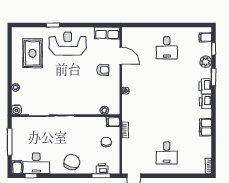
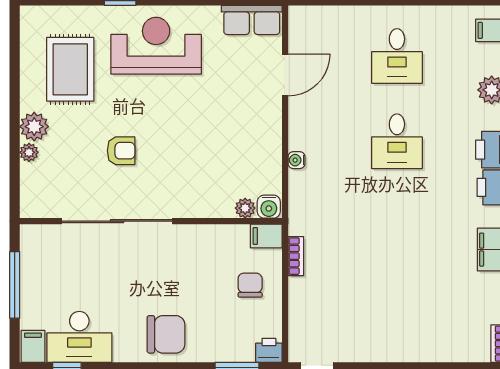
door: (121, 56) -> (285, 75), hinge flipped
armchair: (103, 70) -> (121, 151), moved
plant: (18, 77) -> (34, 127), added
water cooler: (16, 110) -> (269, 207), moved
desk: (167, 153) -> (397, 141), moved
chair: (72, 162) -> (166, 334), turned 72
printer: (102, 169) -> (269, 350), moved

